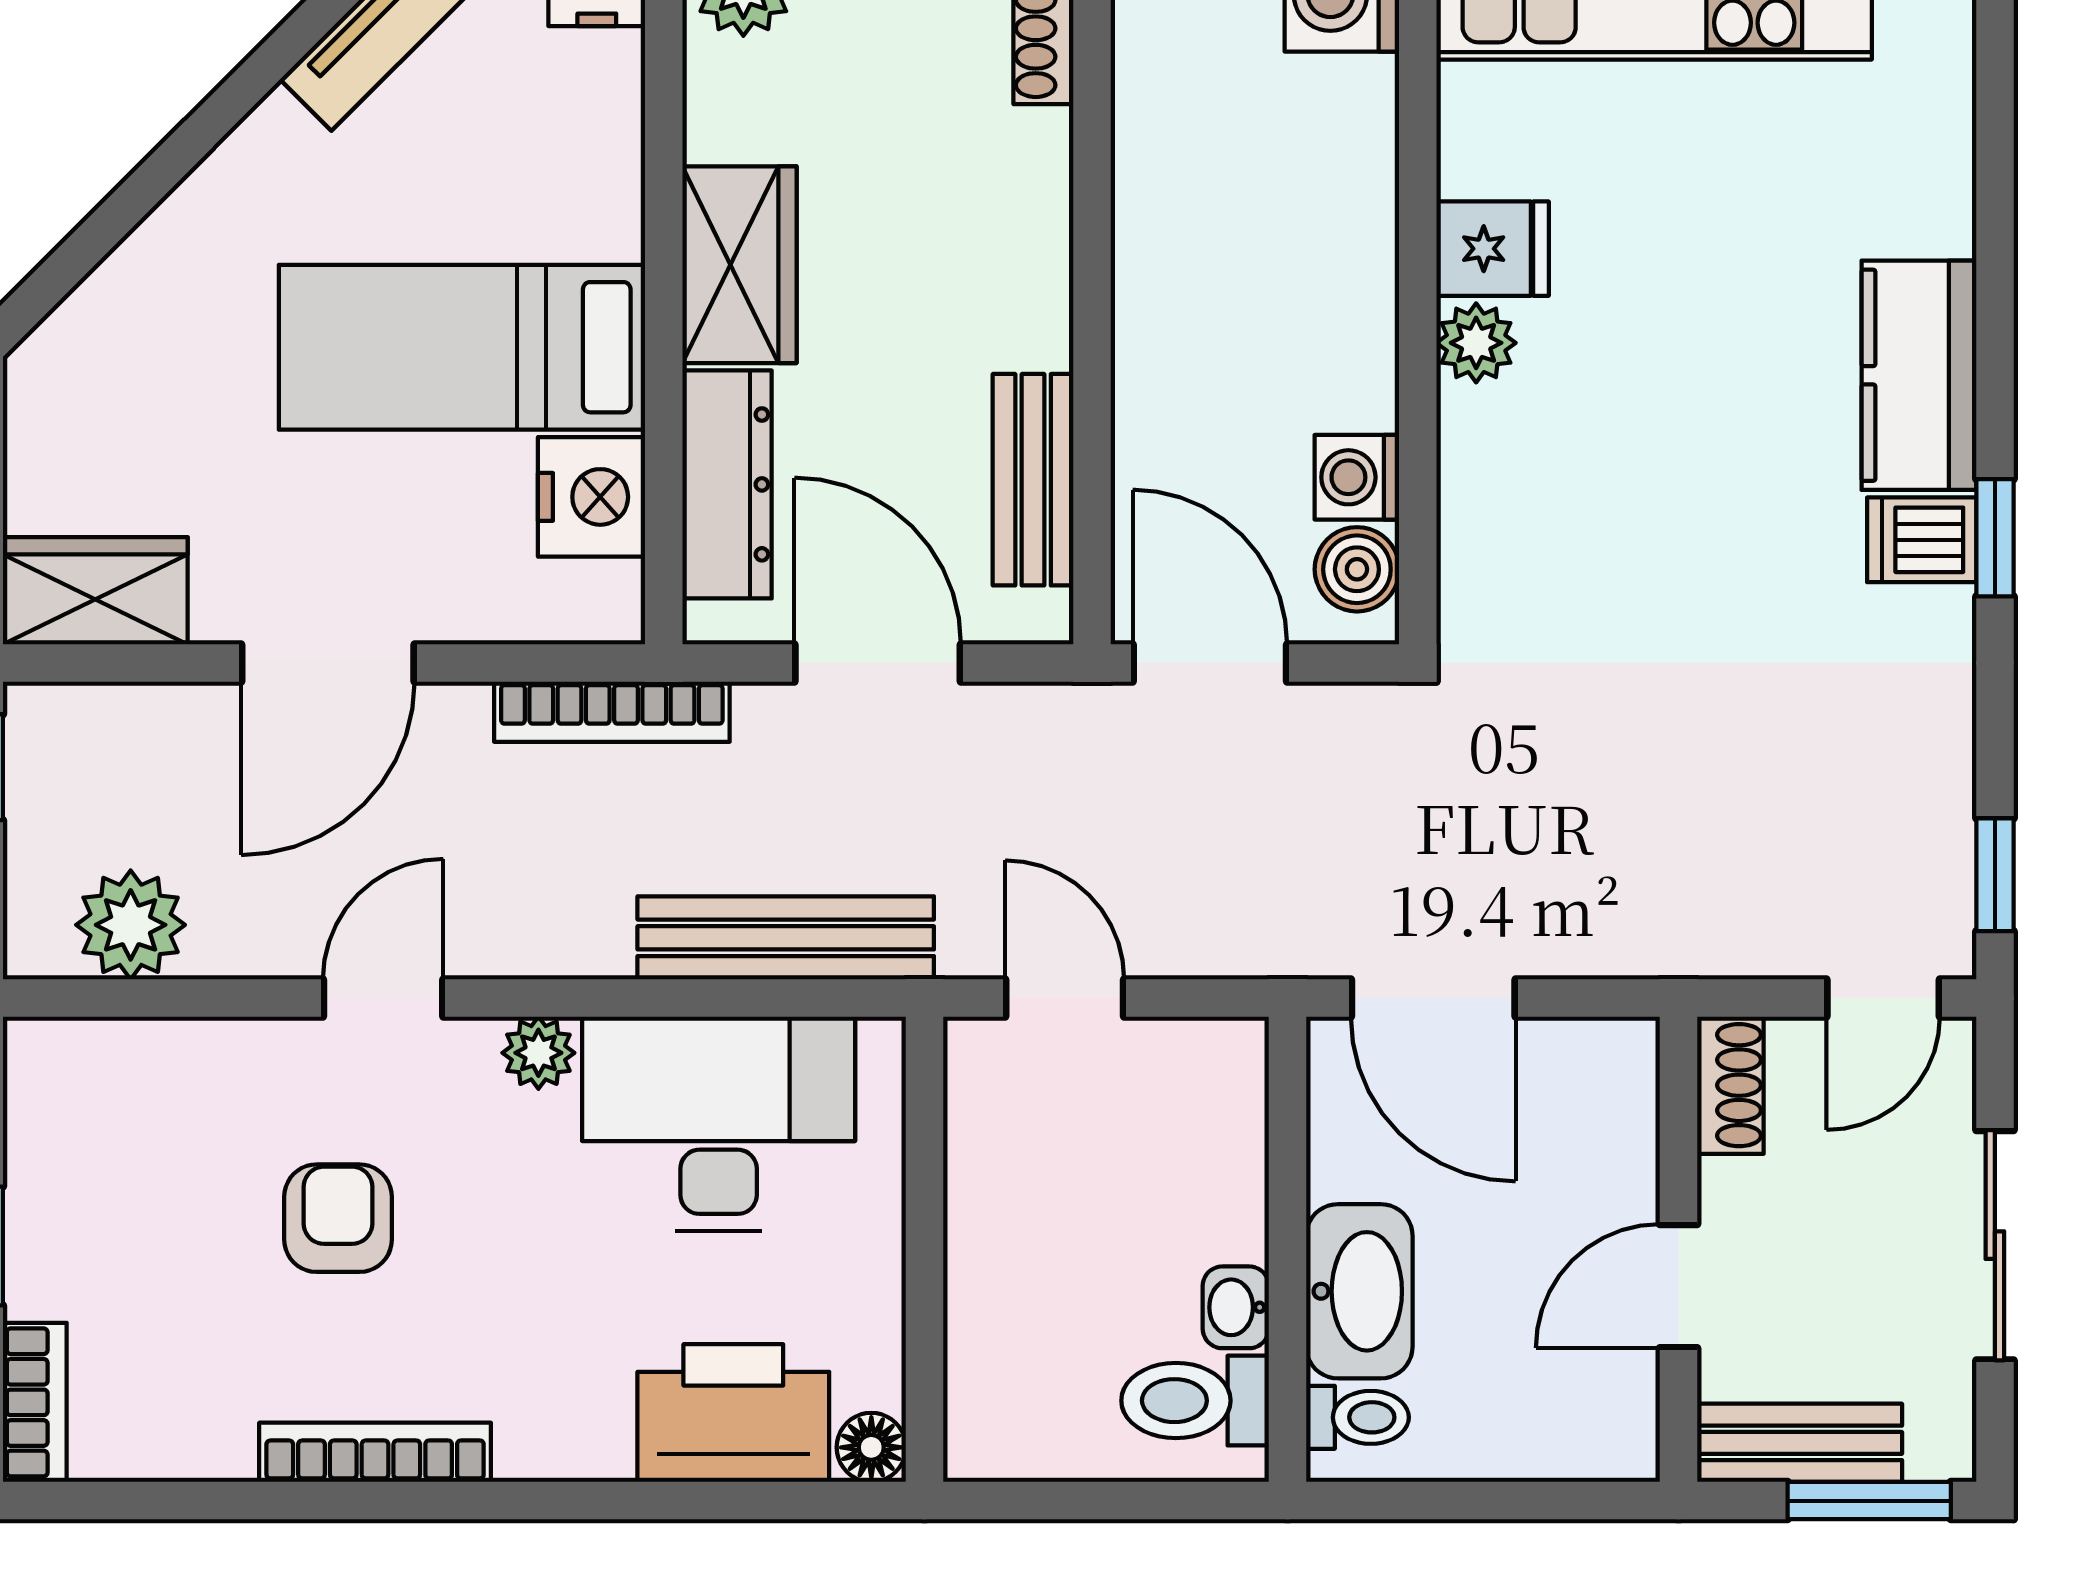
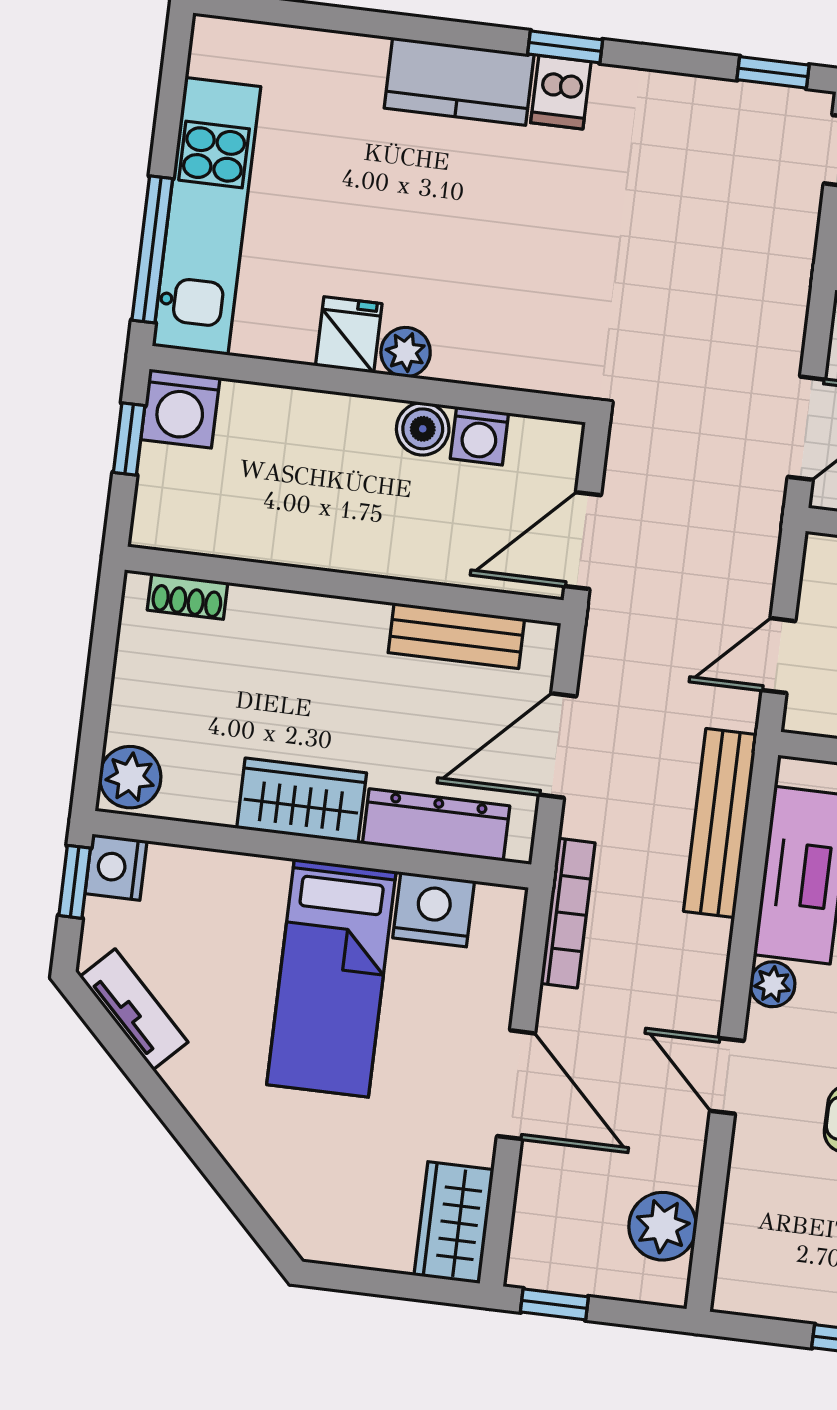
boiler: (1357, 569) -> (423, 429), moved

